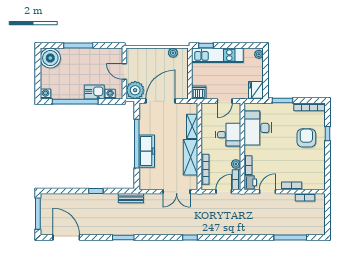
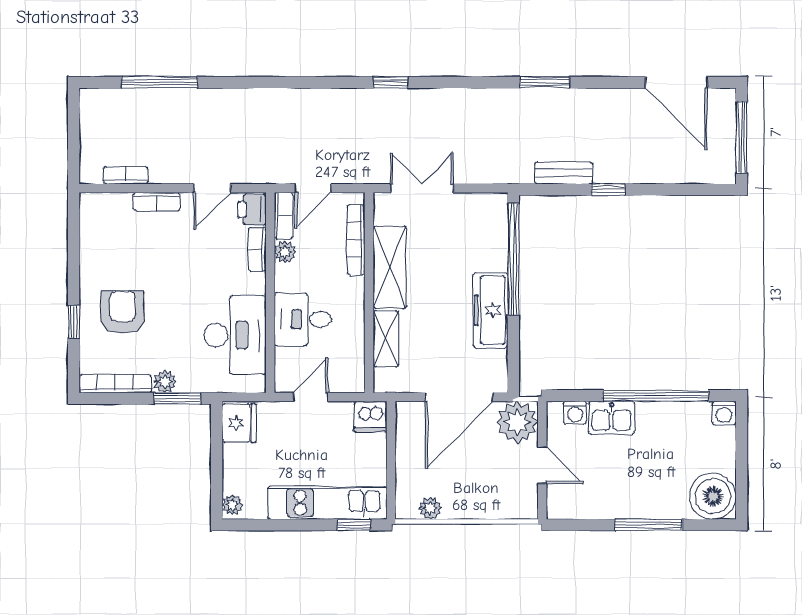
plant: (288, 108) -> (165, 382), added
armchair: (306, 138) -> (122, 312), turned 180
window: (137, 144) -> (513, 259), moved
freezer: (147, 151) -> (491, 310), moved
bench: (131, 198) -> (564, 173), moved

